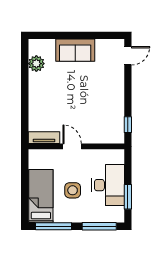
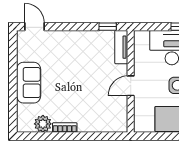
bookcase: (33, 84) -> (65, 128), added
tv unit: (44, 138) -> (121, 47), moved

